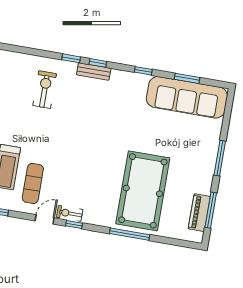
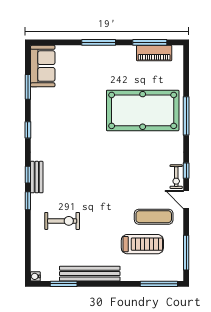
exercise bike: (45, 90) -> (62, 221), turned 180
sofa: (187, 97) -> (43, 66), width x0.54, depth x0.79

